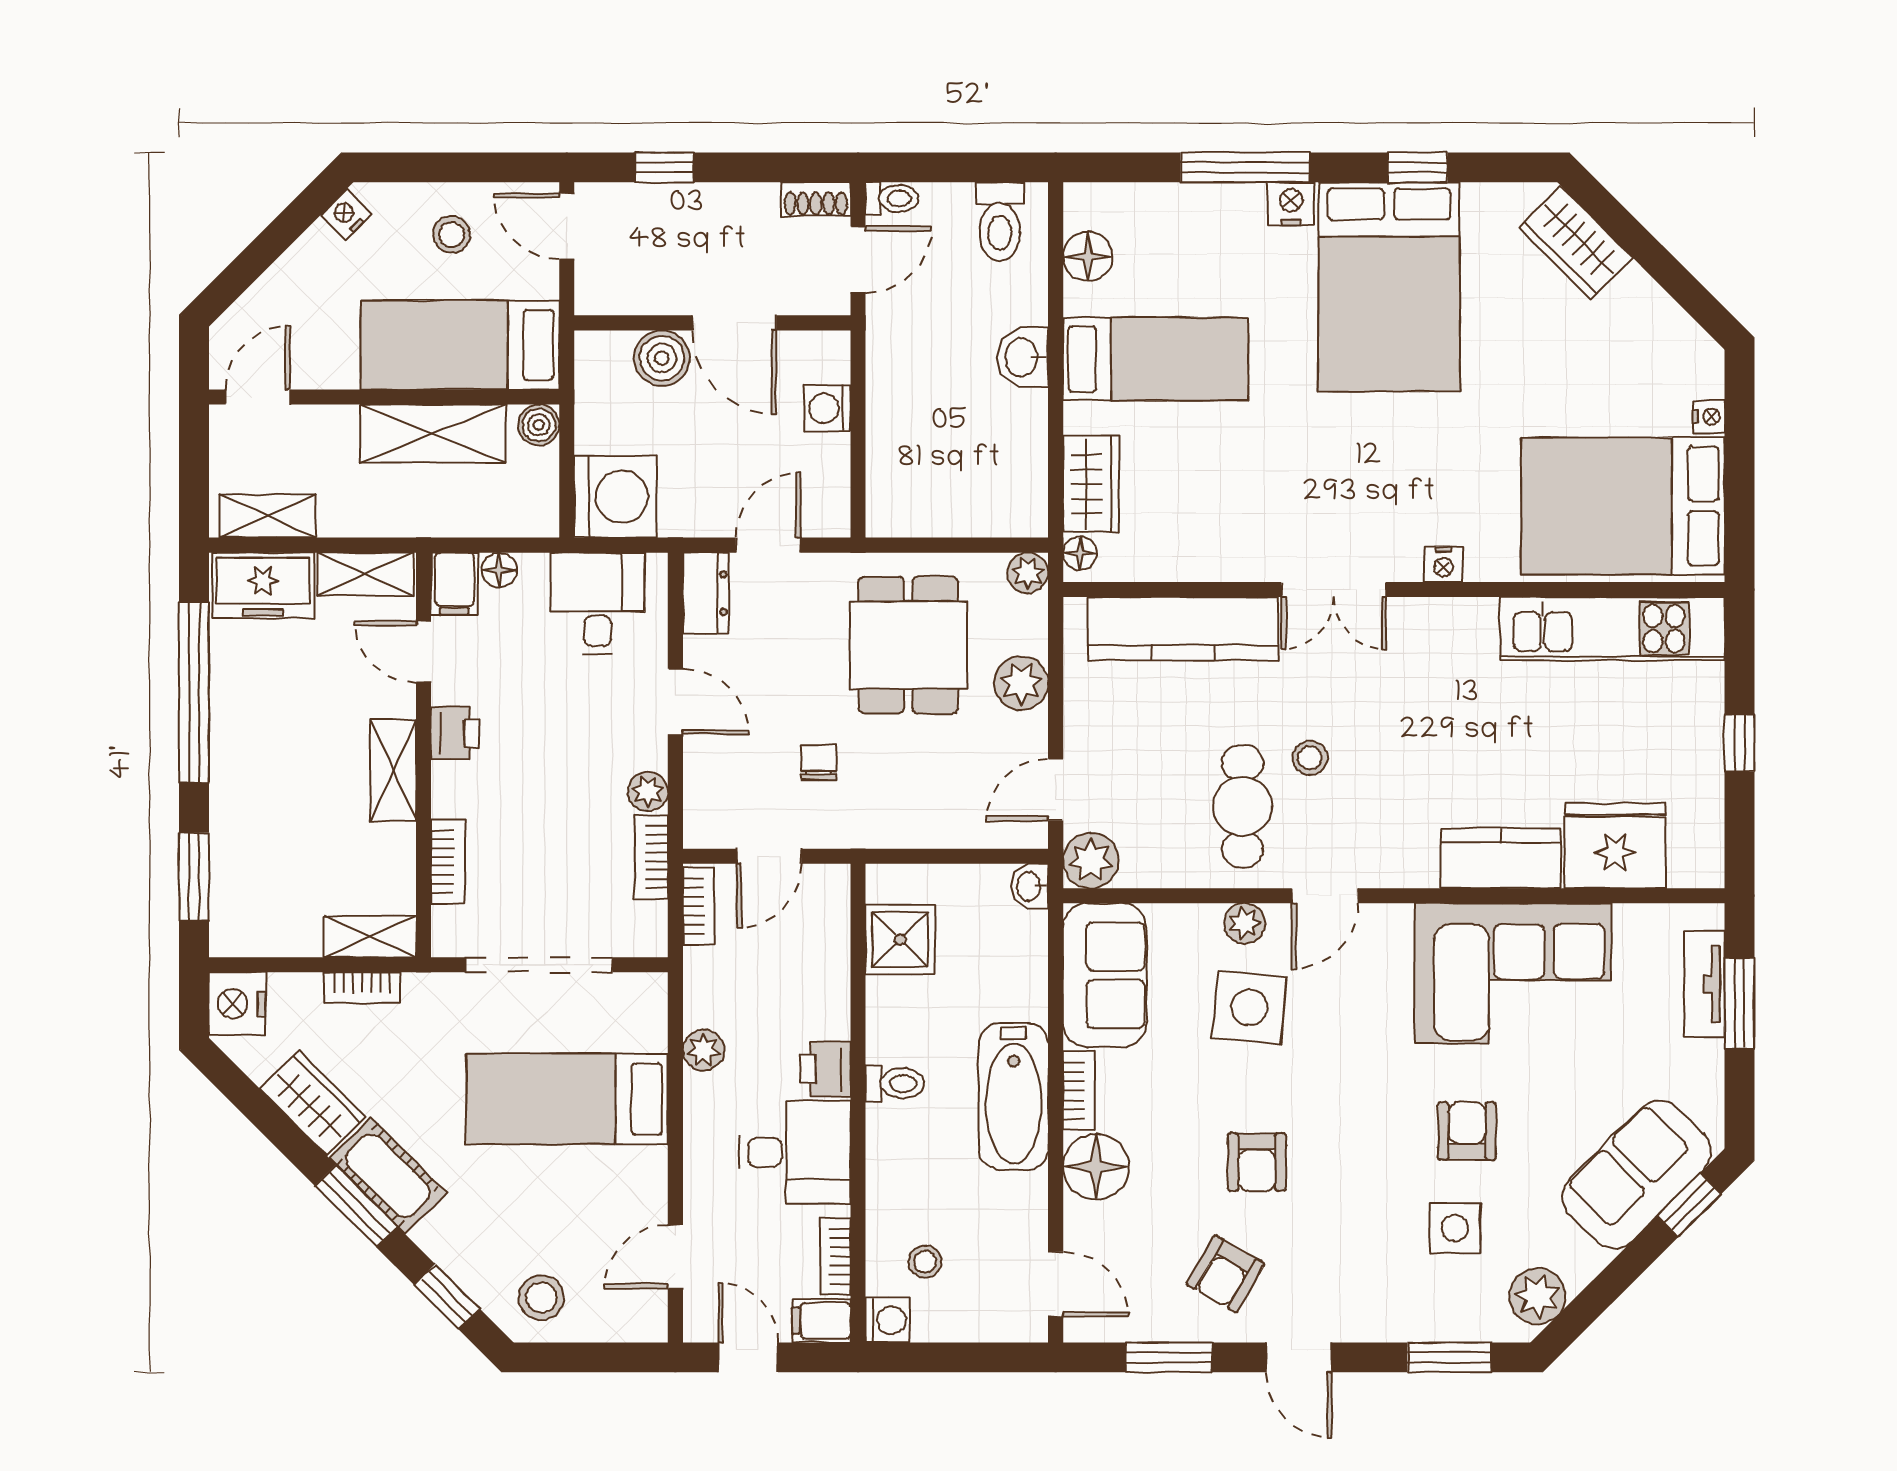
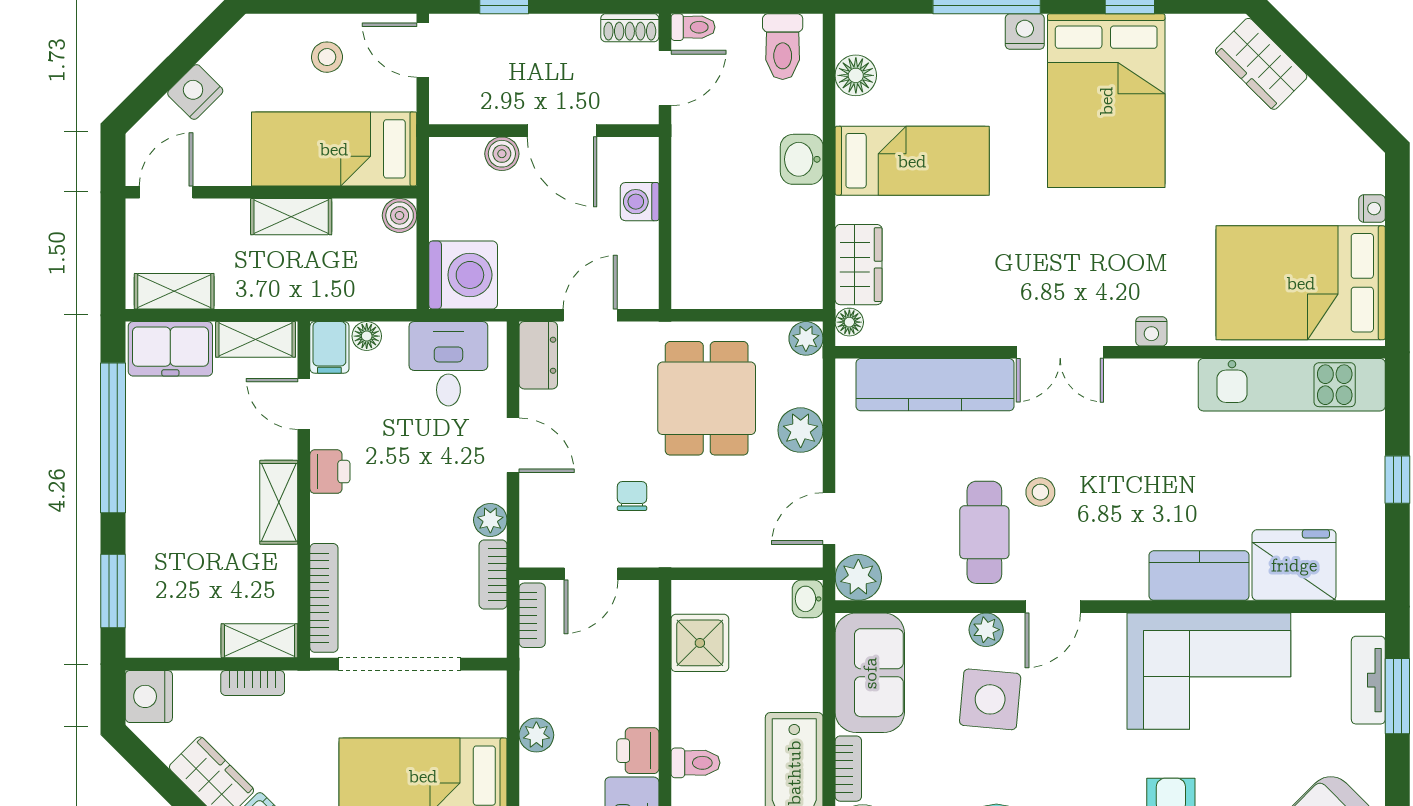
nightstand: (346, 215) -> (195, 92), moved, width x1.39, depth x1.35
boiler: (662, 358) -> (502, 154), width x0.73, depth x0.73
shelving: (433, 434) -> (291, 217), width x0.67, depth x0.75
bookcase: (448, 862) -> (324, 598), width x1.56

